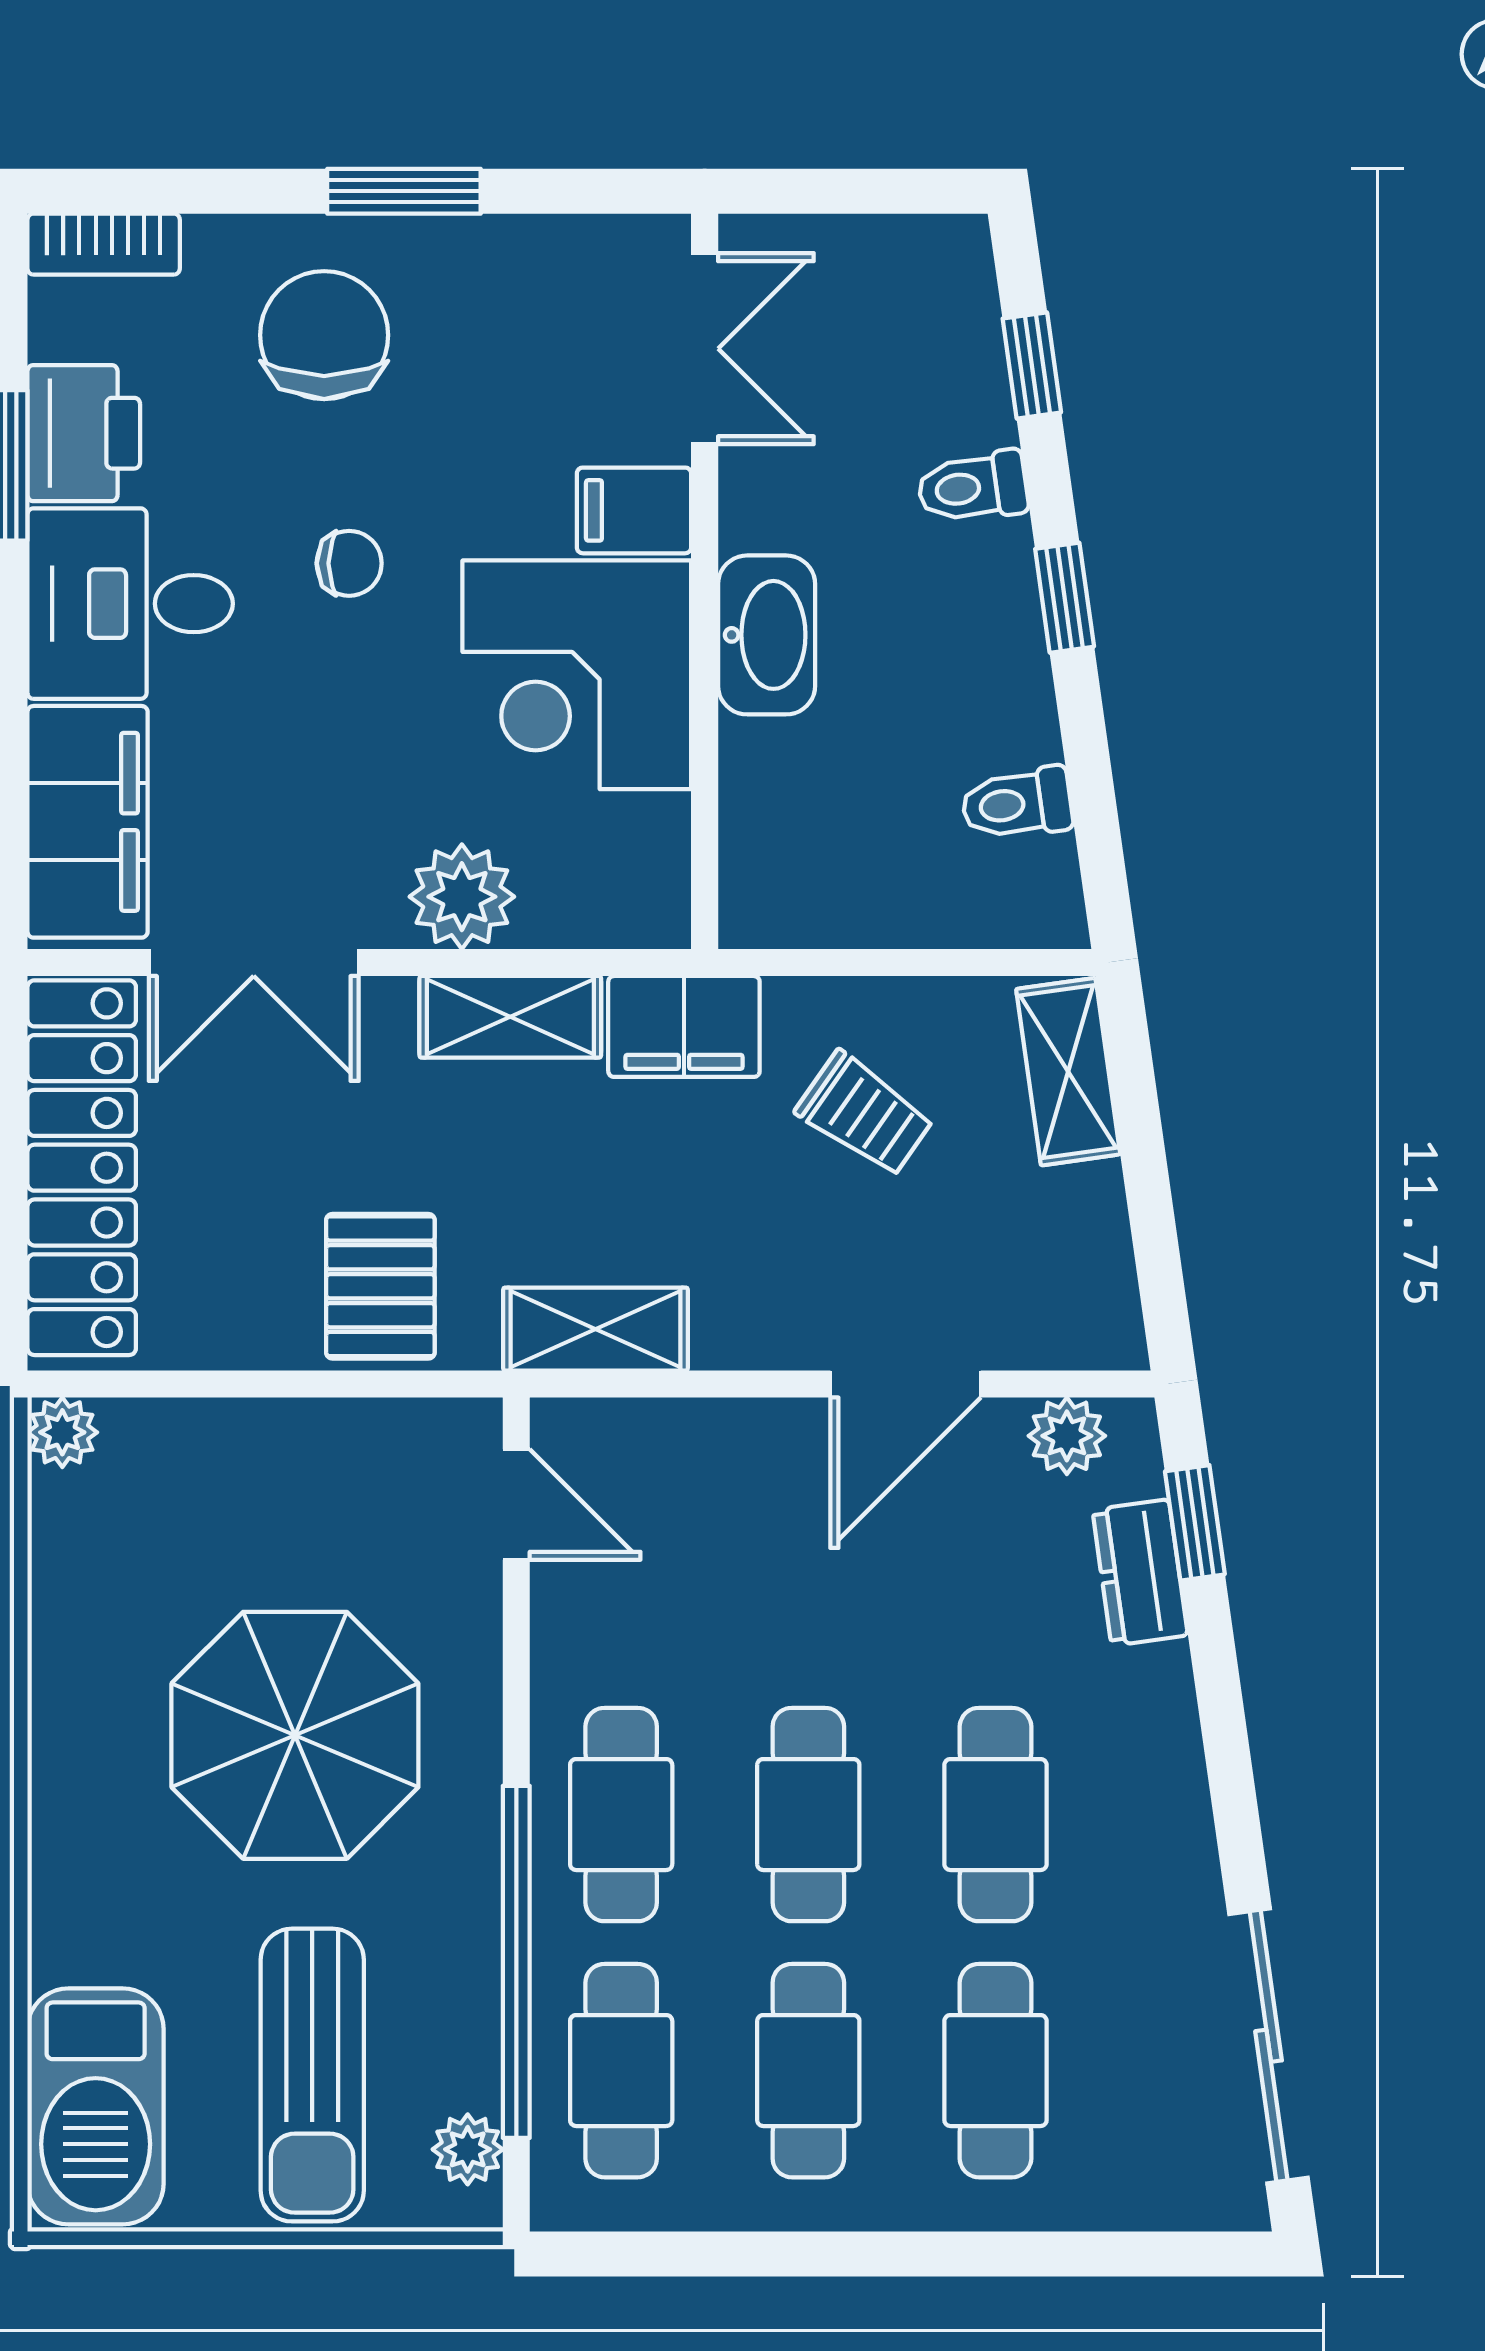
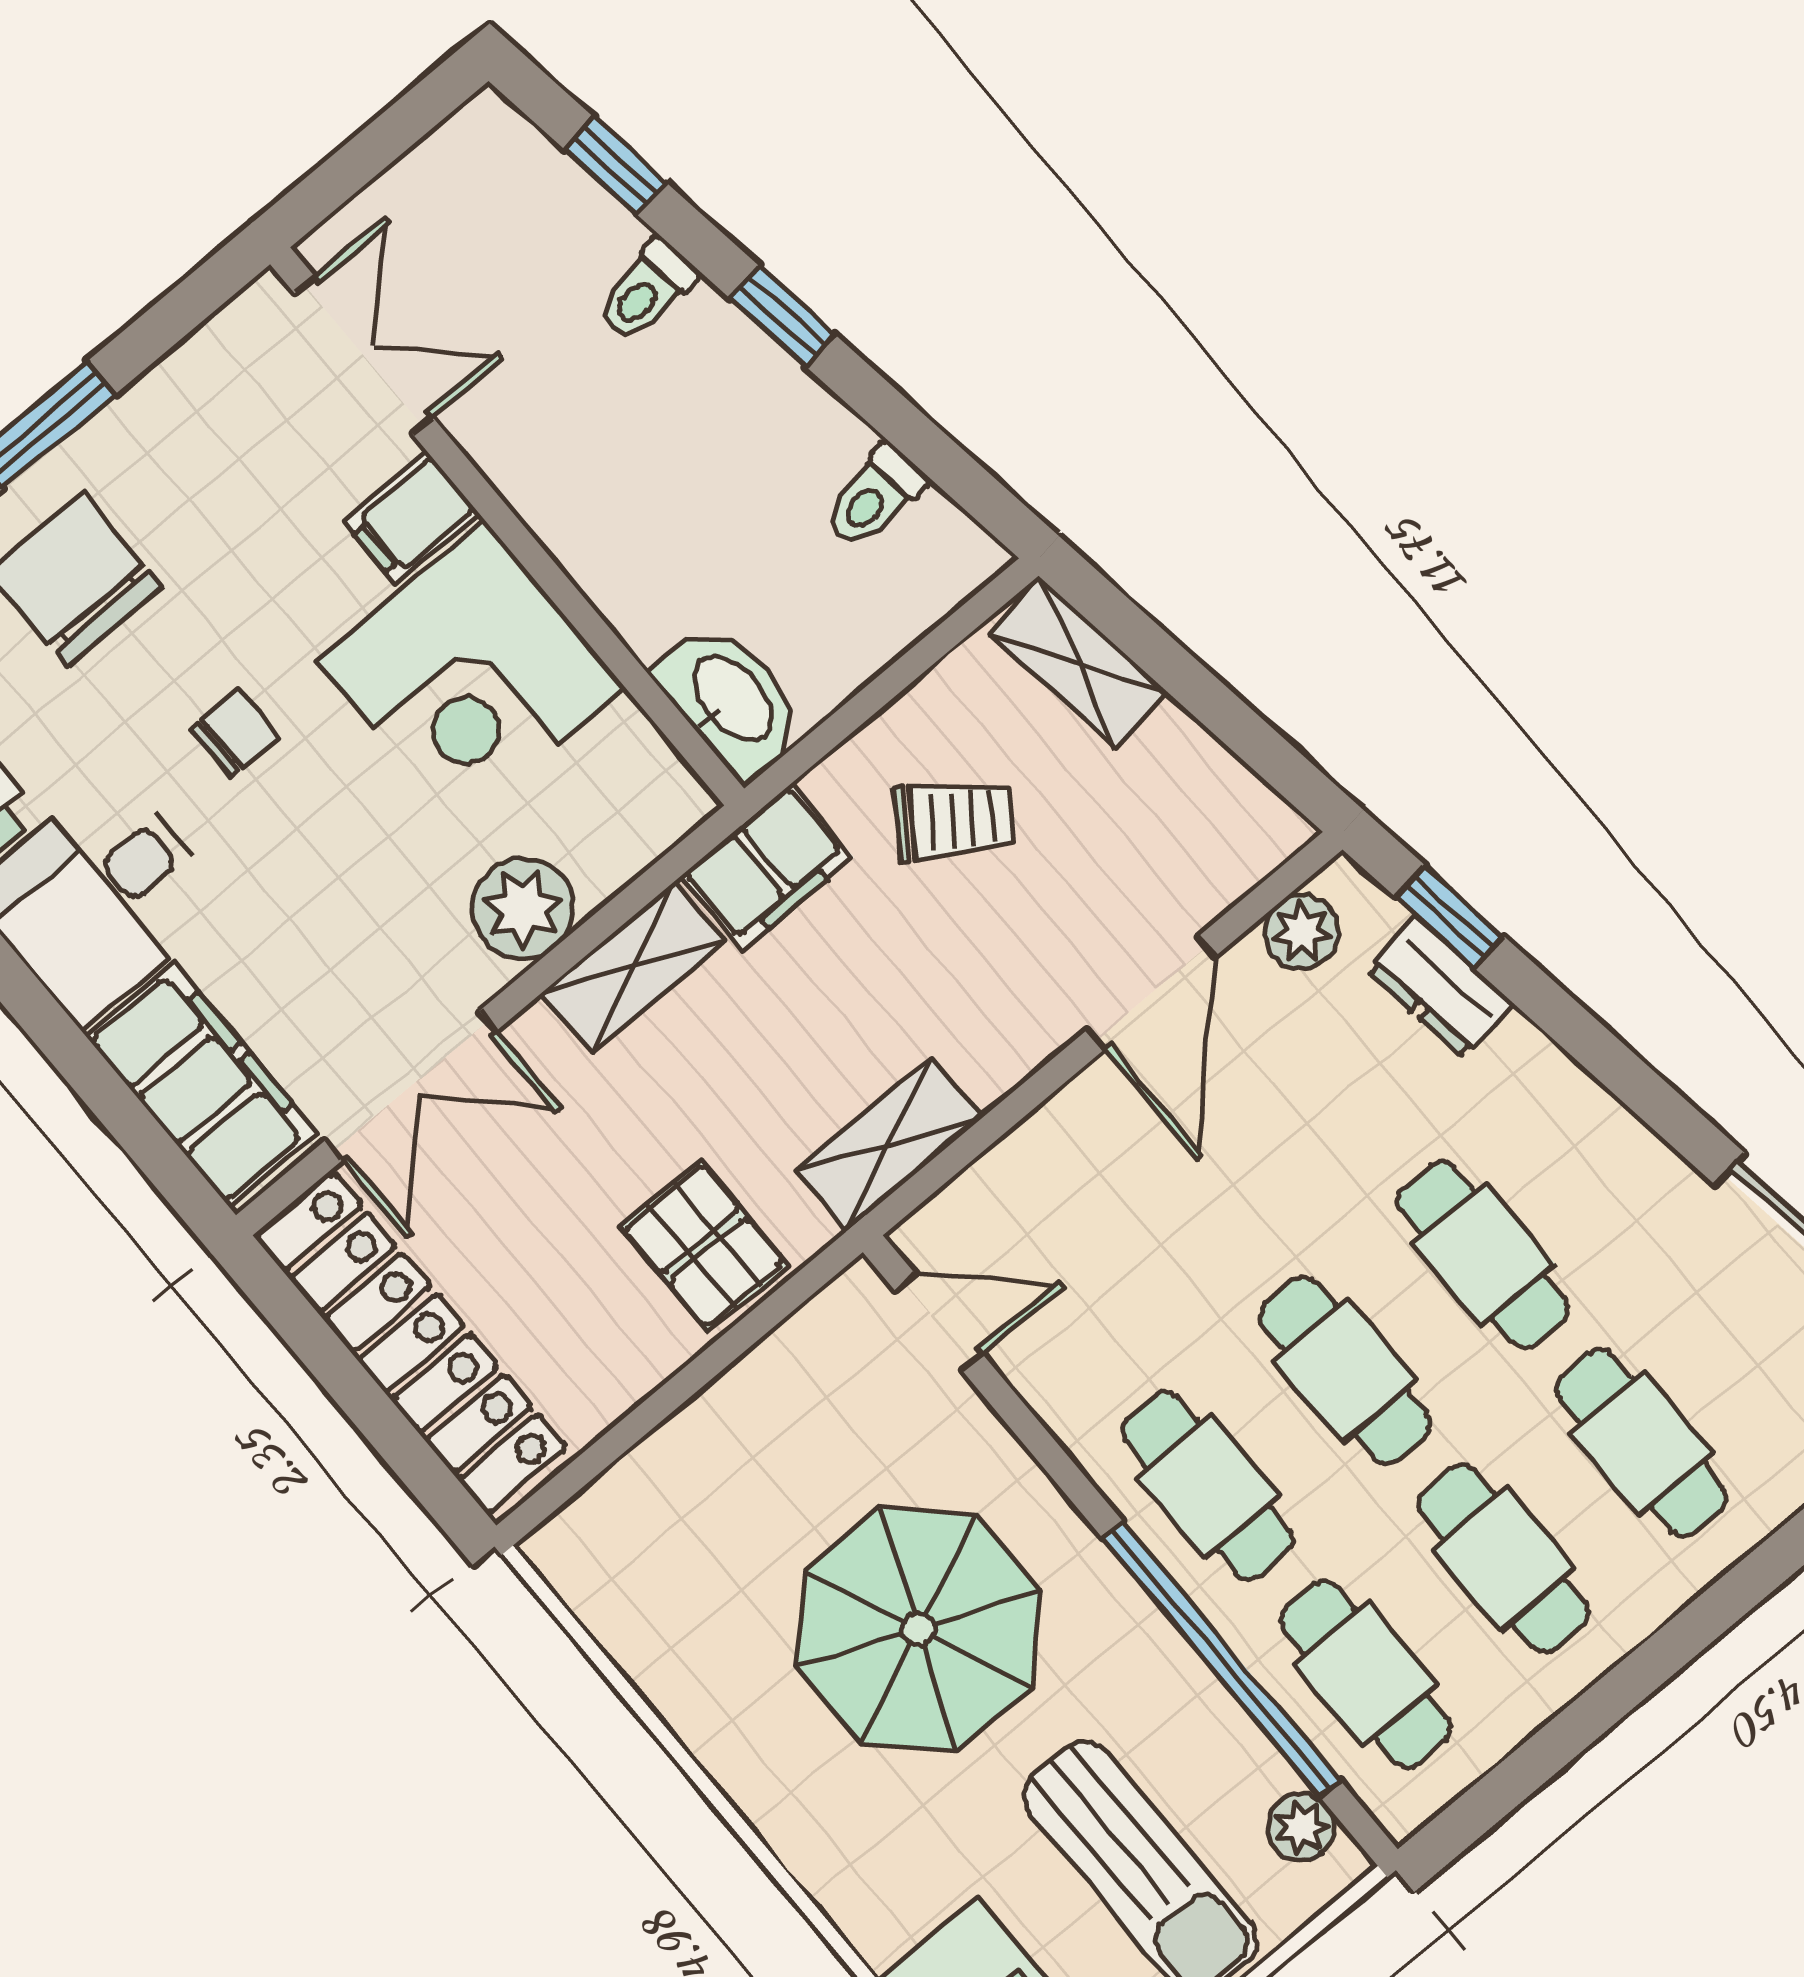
washbasin: (767, 635) -> (731, 700), moved
plant: (62, 1432) -> (560, 1550), removed

